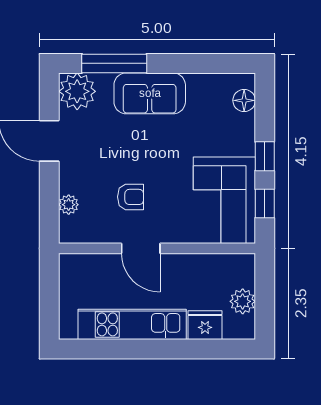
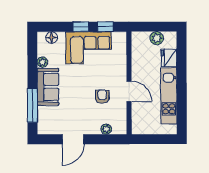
plant: (77, 91) -> (42, 62), moved, width x0.53, depth x0.53
corner sofa: (224, 200) -> (89, 48), moved
door: (141, 248) -> (129, 91), hinge flipped

